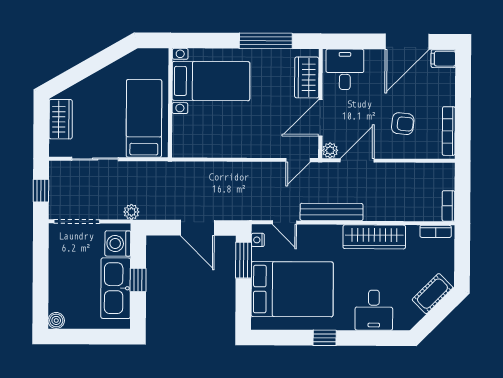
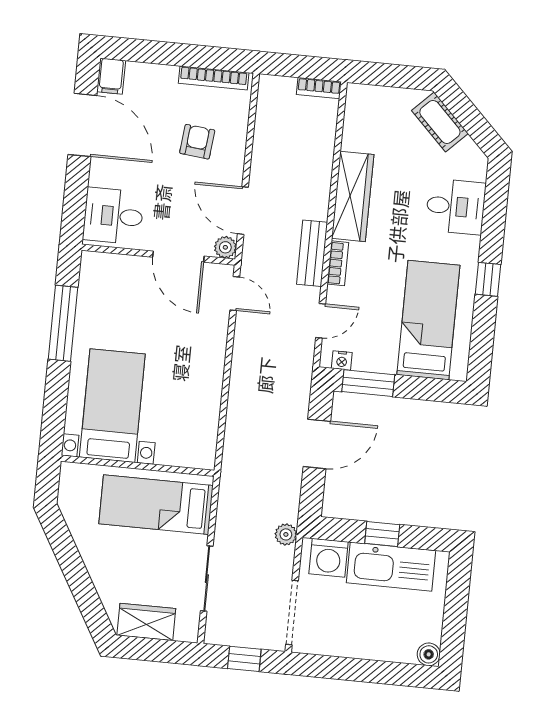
wardrobe: (307, 77) -> (120, 271), removed
bench: (332, 212) -> (312, 253), width x0.73
bookcase: (436, 231) -> (338, 263), moved
bed: (292, 289) -> (428, 320), width x0.67

